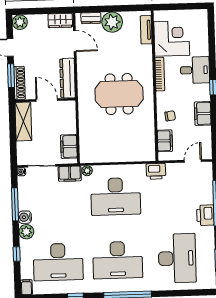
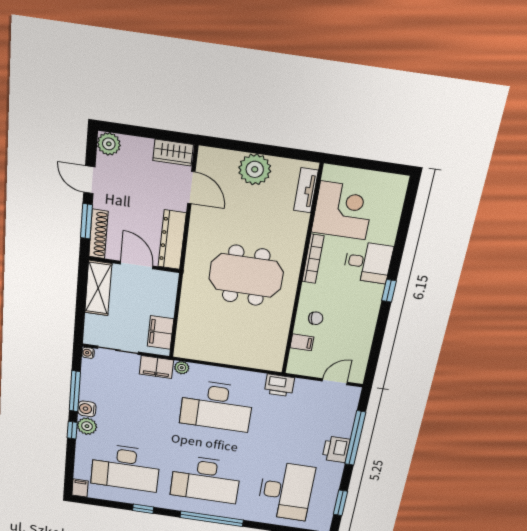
dresser: (91, 18) -> (222, 157), removed
filing cabinet: (203, 114) -> (364, 323), removed
filing cabinet: (165, 141) -> (302, 342), width x0.50
window: (17, 254) -> (72, 430), moved

